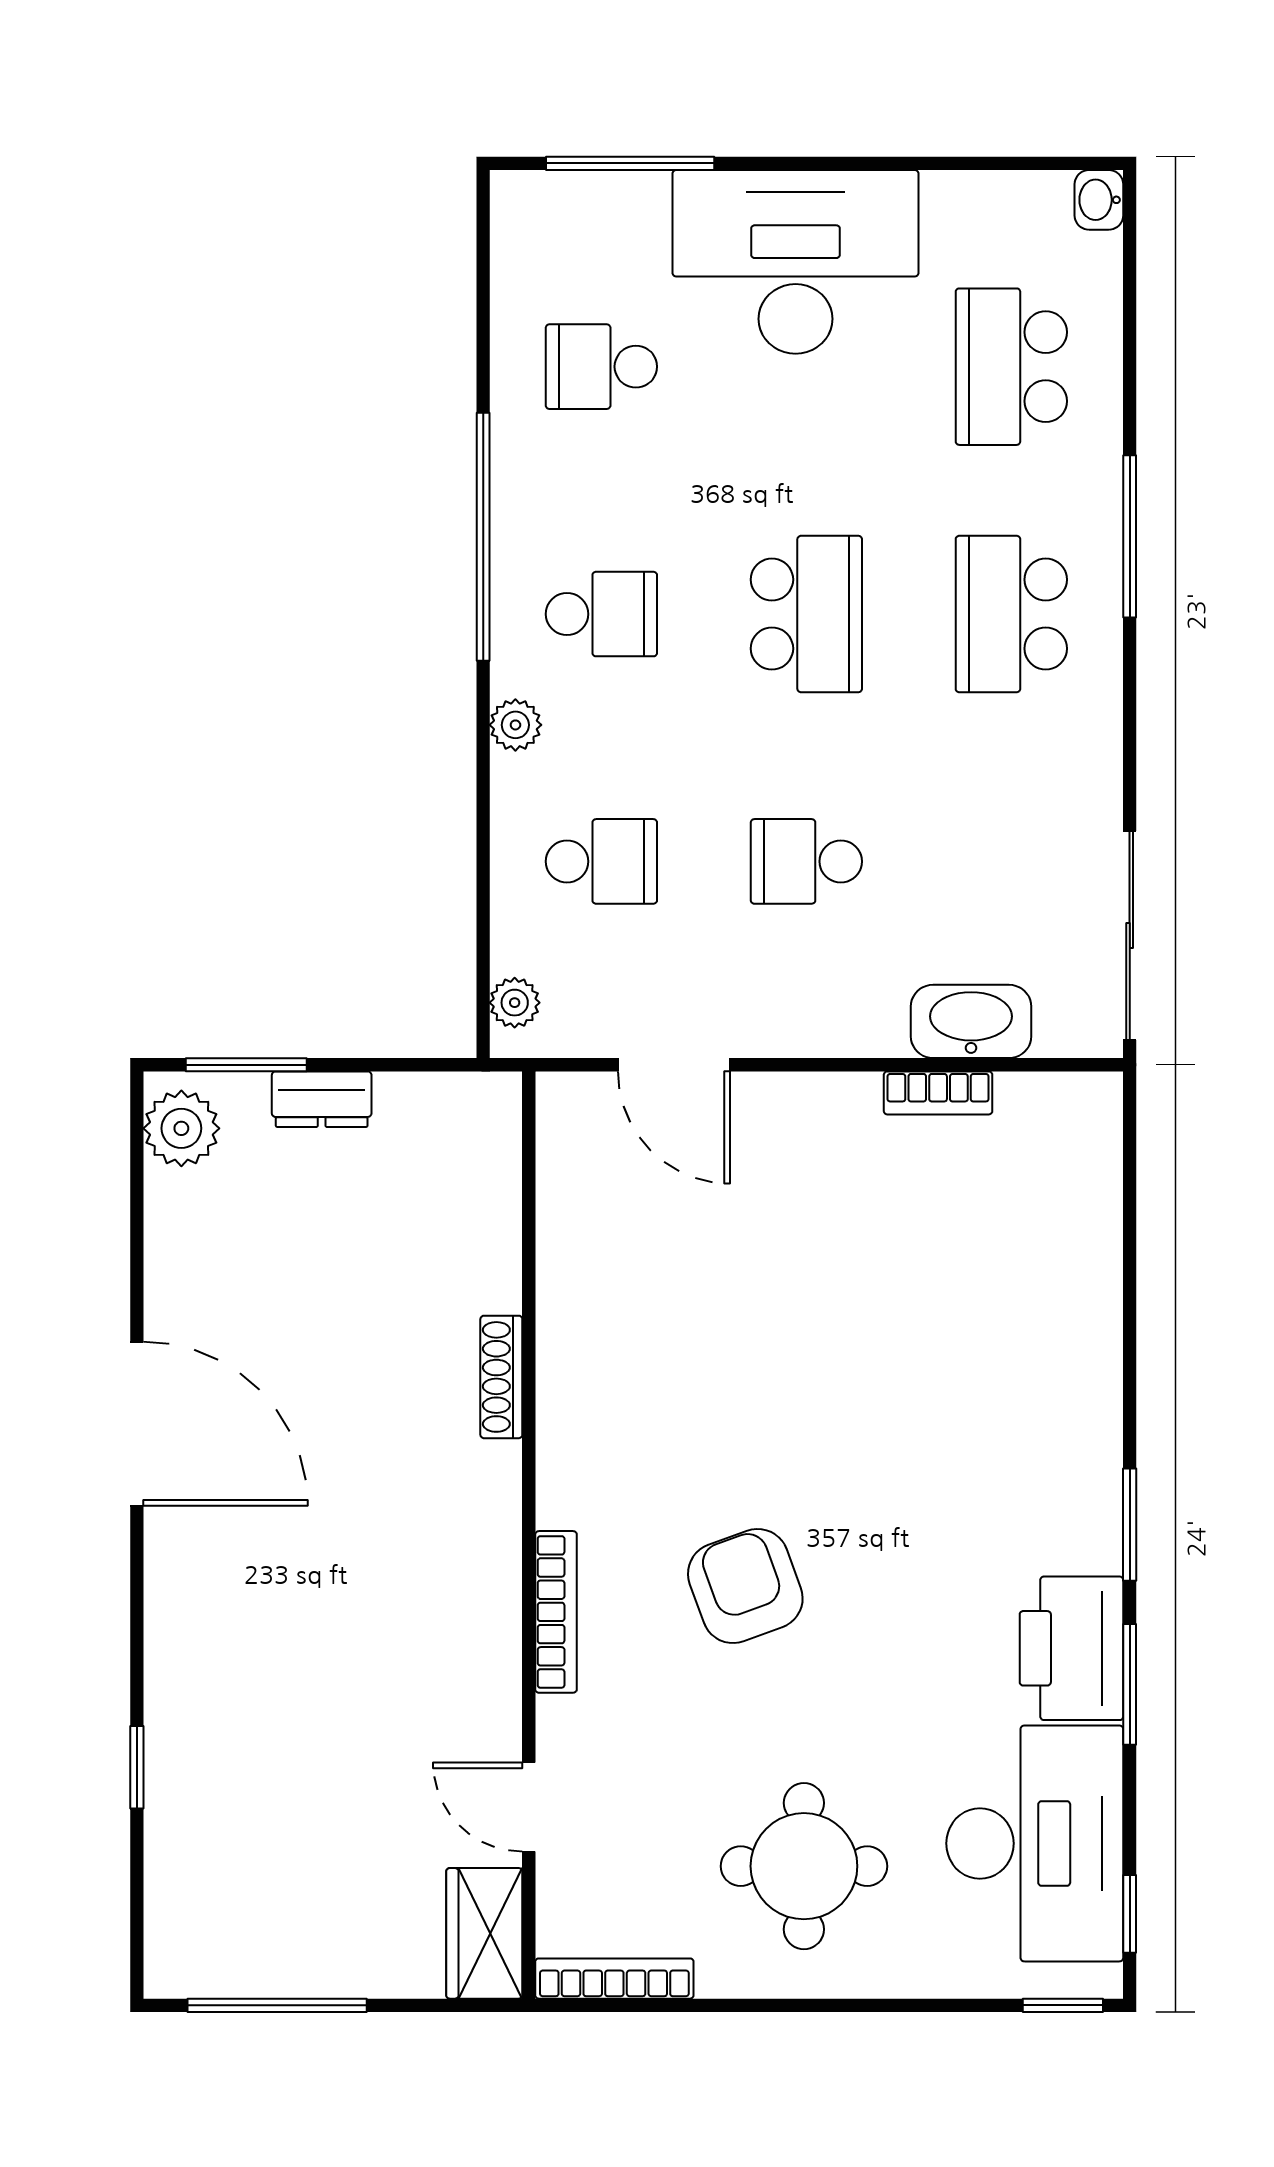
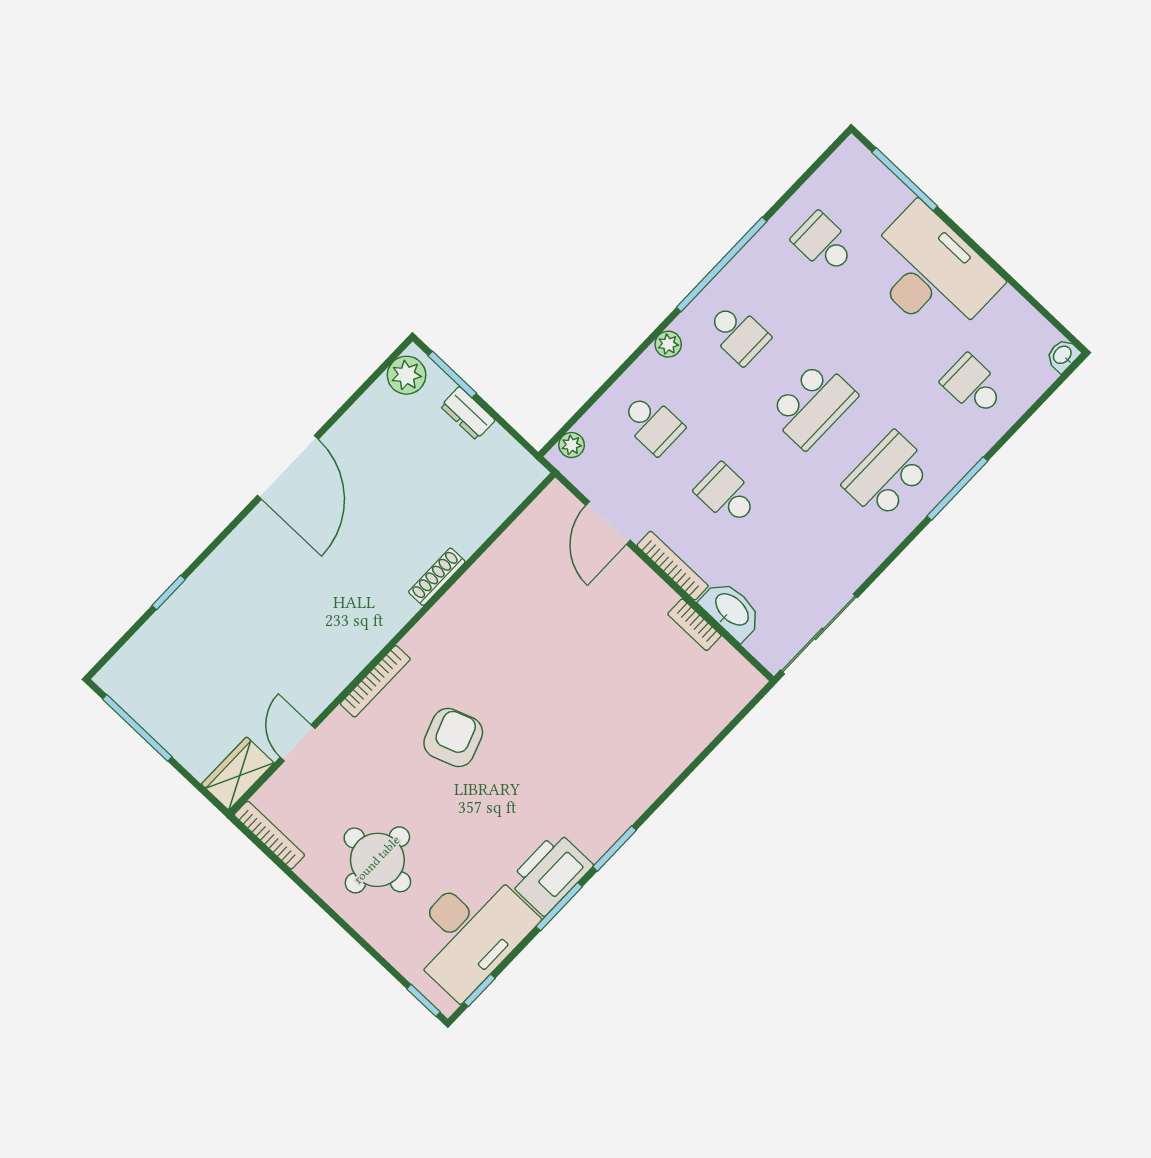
school desk: (1011, 367) -> (973, 386), width x0.54
bookcase: (826, 1038) -> (673, 566), added

